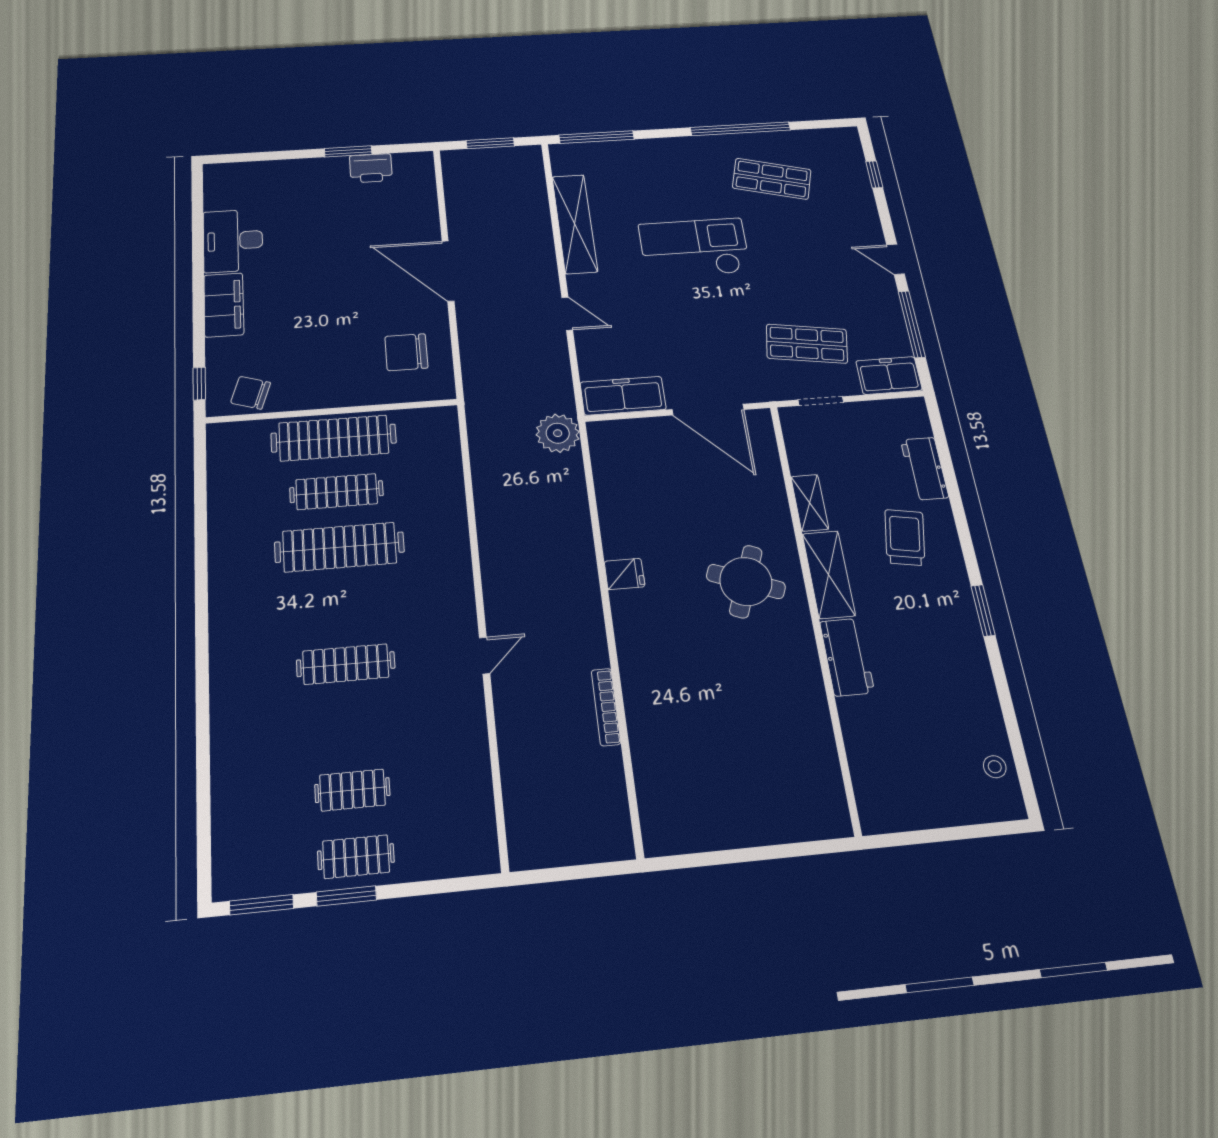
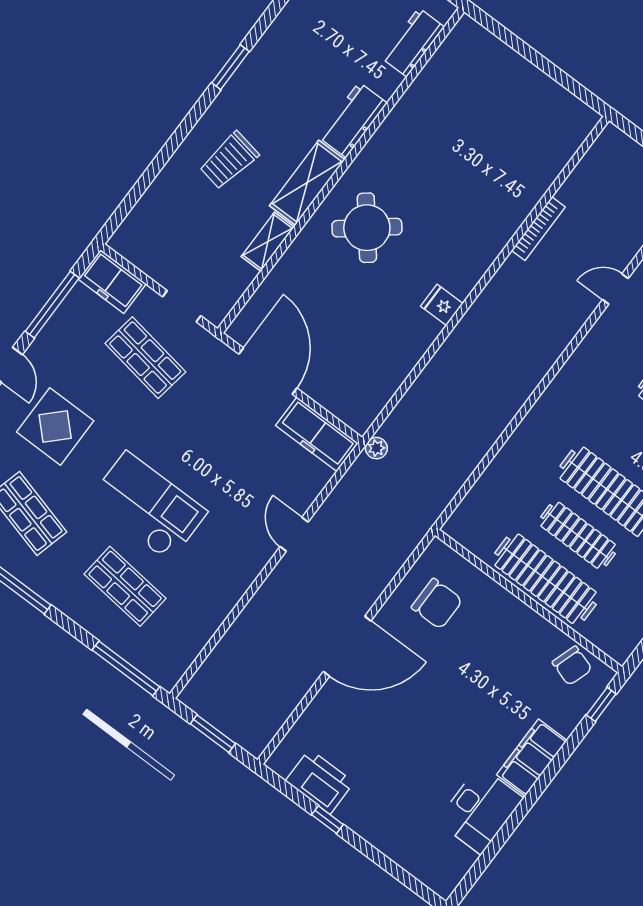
window: (348, 151) -> (327, 820), width x0.67
printer: (371, 168) -> (320, 782), width x1.37, depth x1.19
shop shelf: (654, 186) -> (125, 586), added
shelving: (575, 224) -> (217, 605), removed
display table: (817, 247) -> (55, 426), added
checkout: (694, 248) -> (148, 506), turned 180
door: (448, 271) -> (347, 646), hinge flipped
plant: (558, 433) -> (376, 448), width x0.53, depth x0.53
workbench: (924, 469) -> (413, 42), moved, turned 180
round table: (746, 581) -> (367, 228), turned 30
door: (485, 656) -> (615, 289), moved

